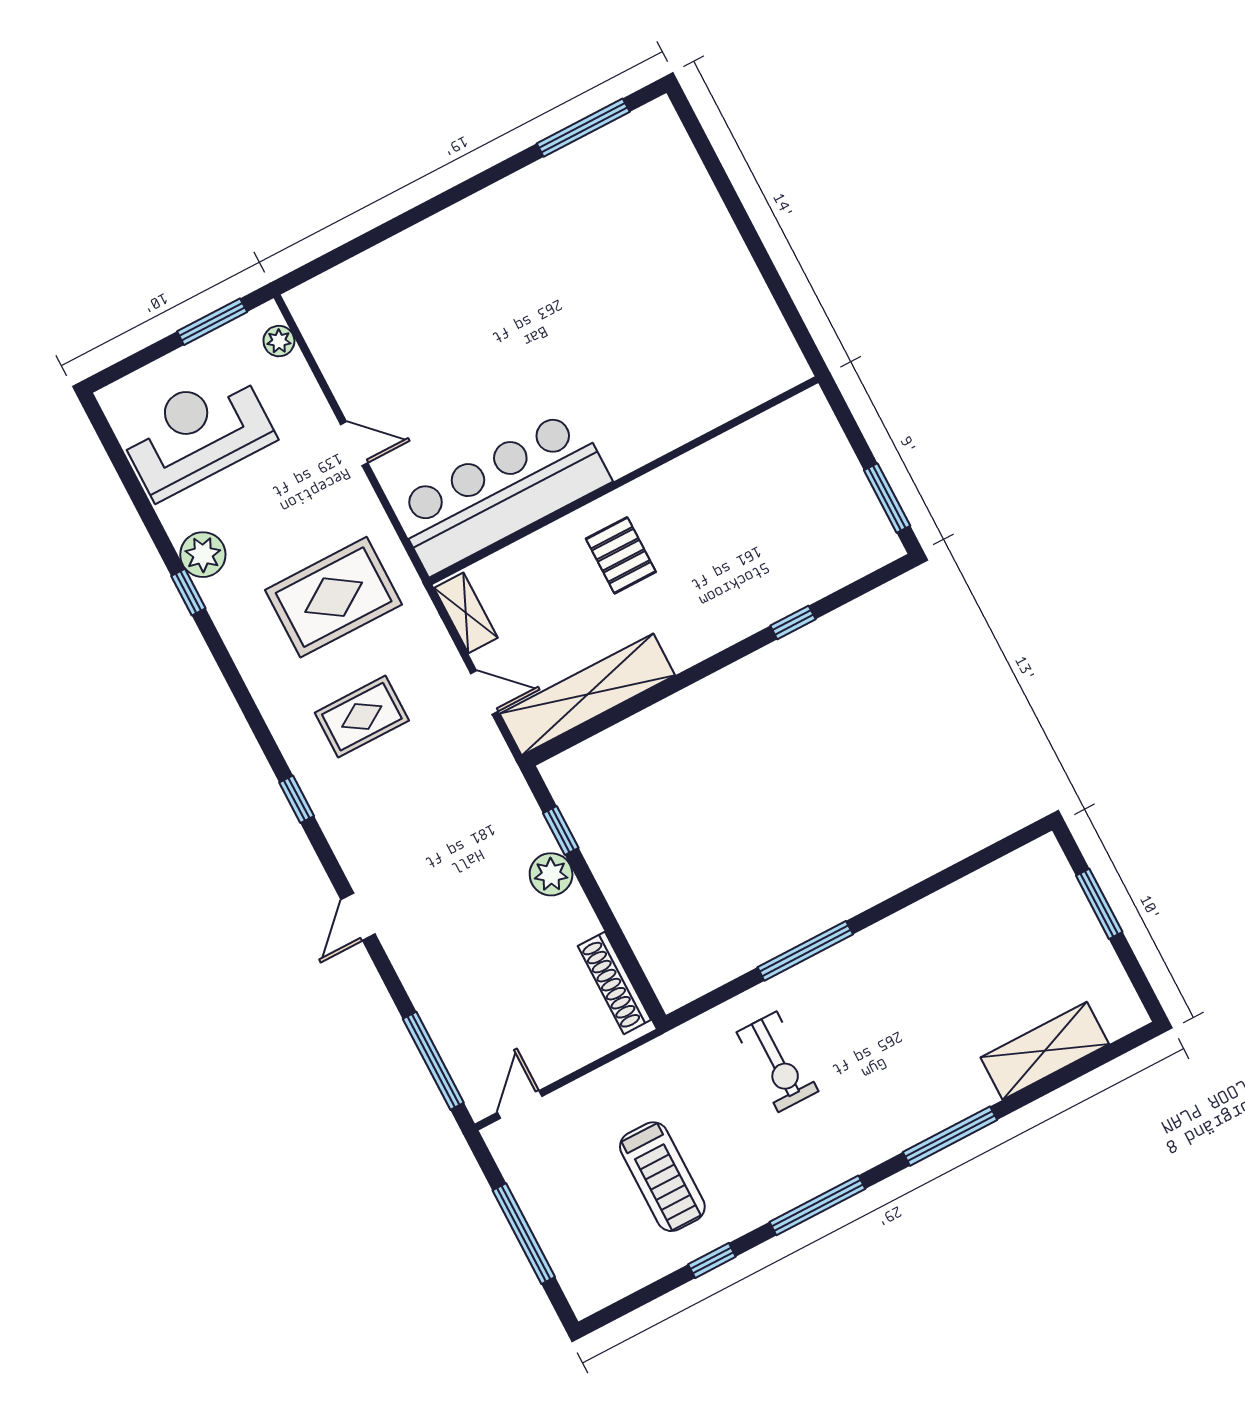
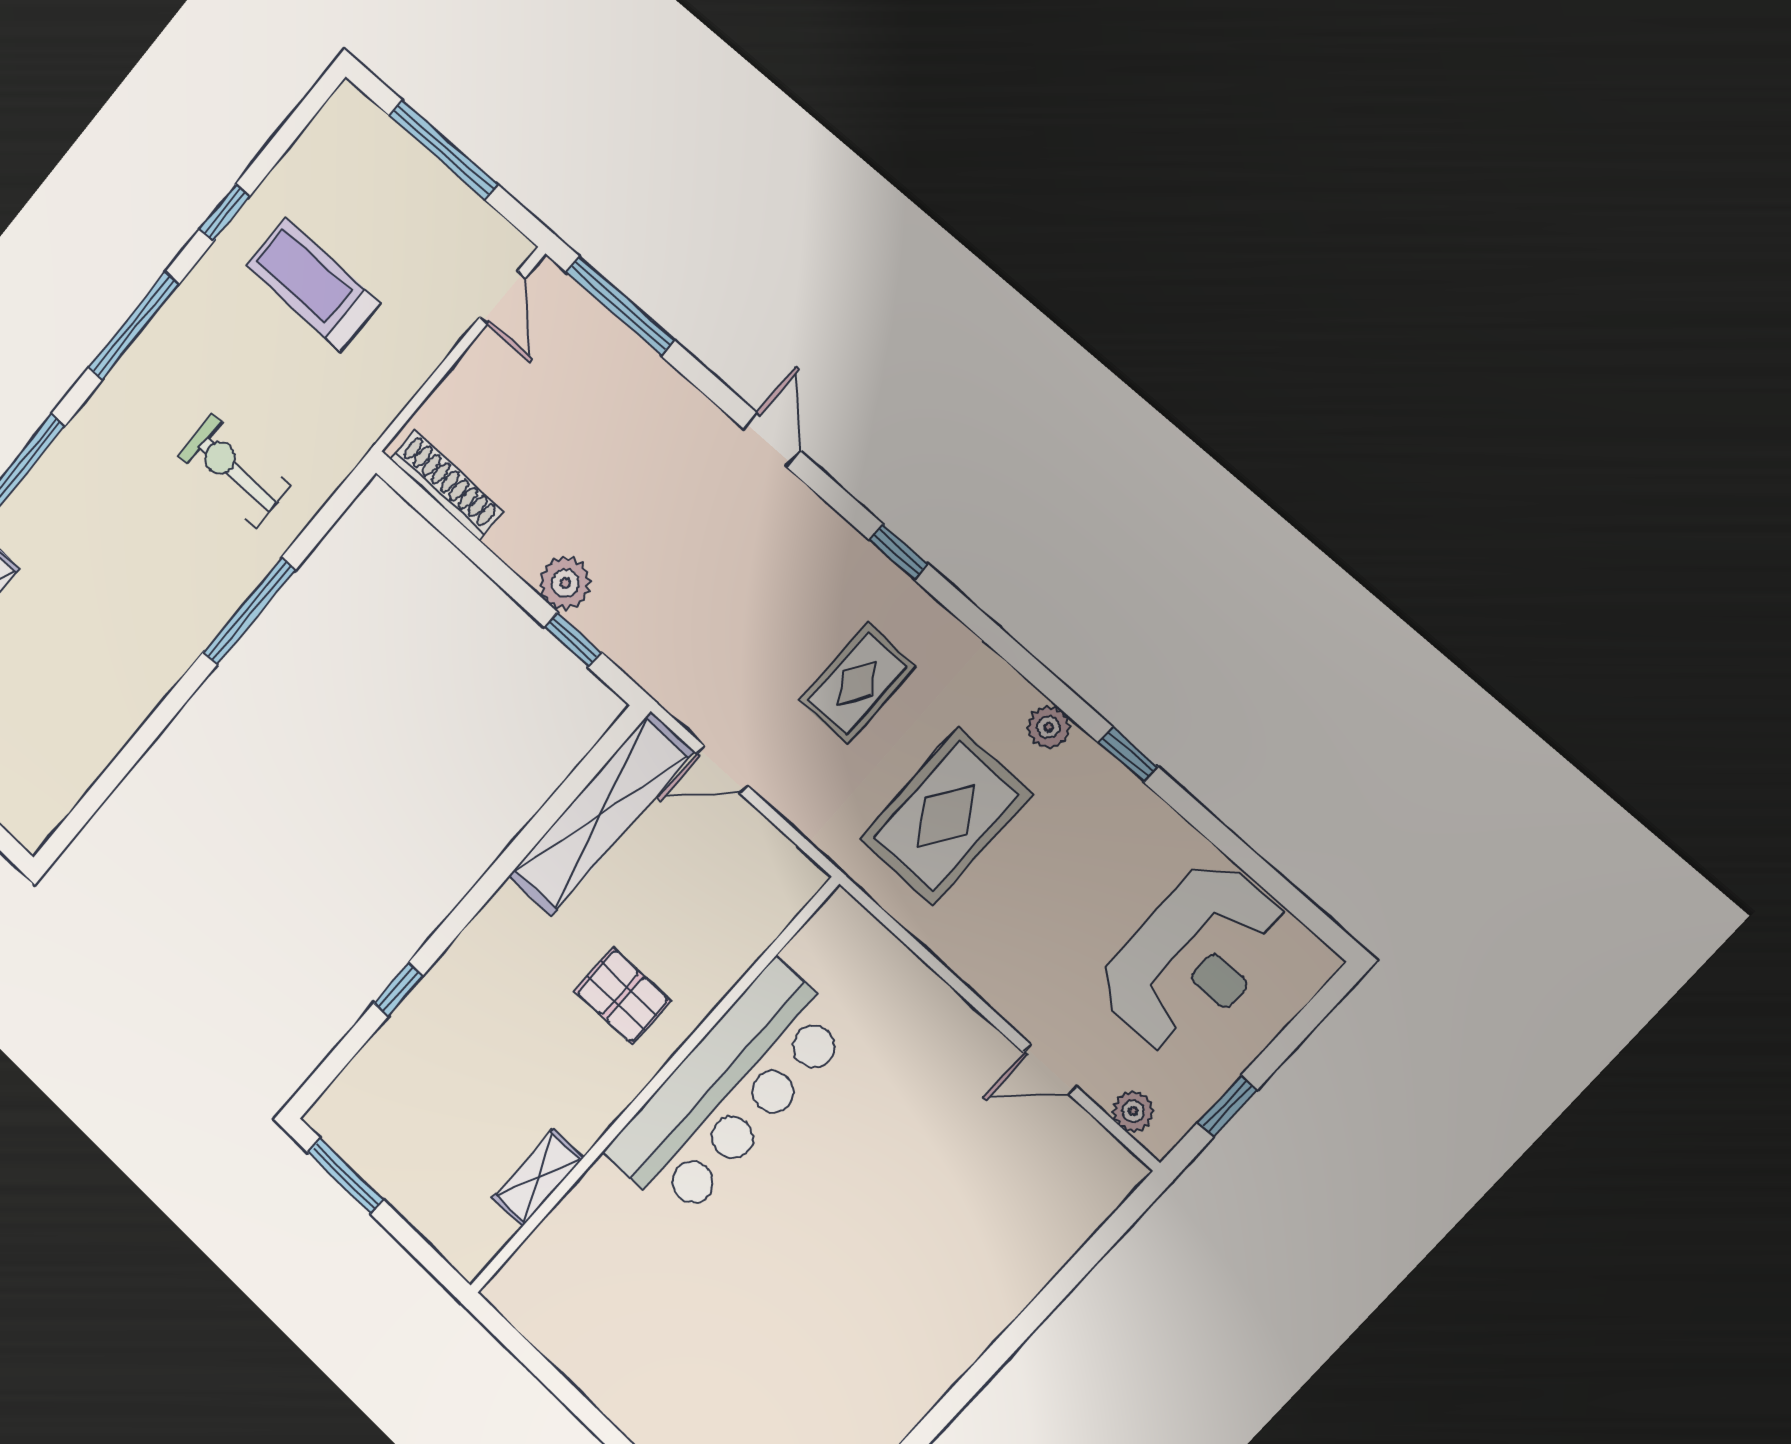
window: (212, 322) -> (1227, 1106), width x0.67
door: (354, 444) -> (1050, 1070), moved
bar counter: (501, 492) -> (728, 1091), moved
plant: (203, 555) -> (1049, 727), moved, width x0.73, depth x0.73
shelving: (466, 613) -> (538, 1178), moved, turned 90

